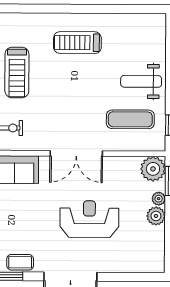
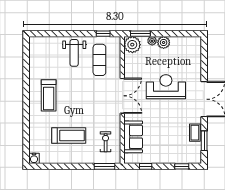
reception desk: (89, 219) -> (166, 87), turned 90

